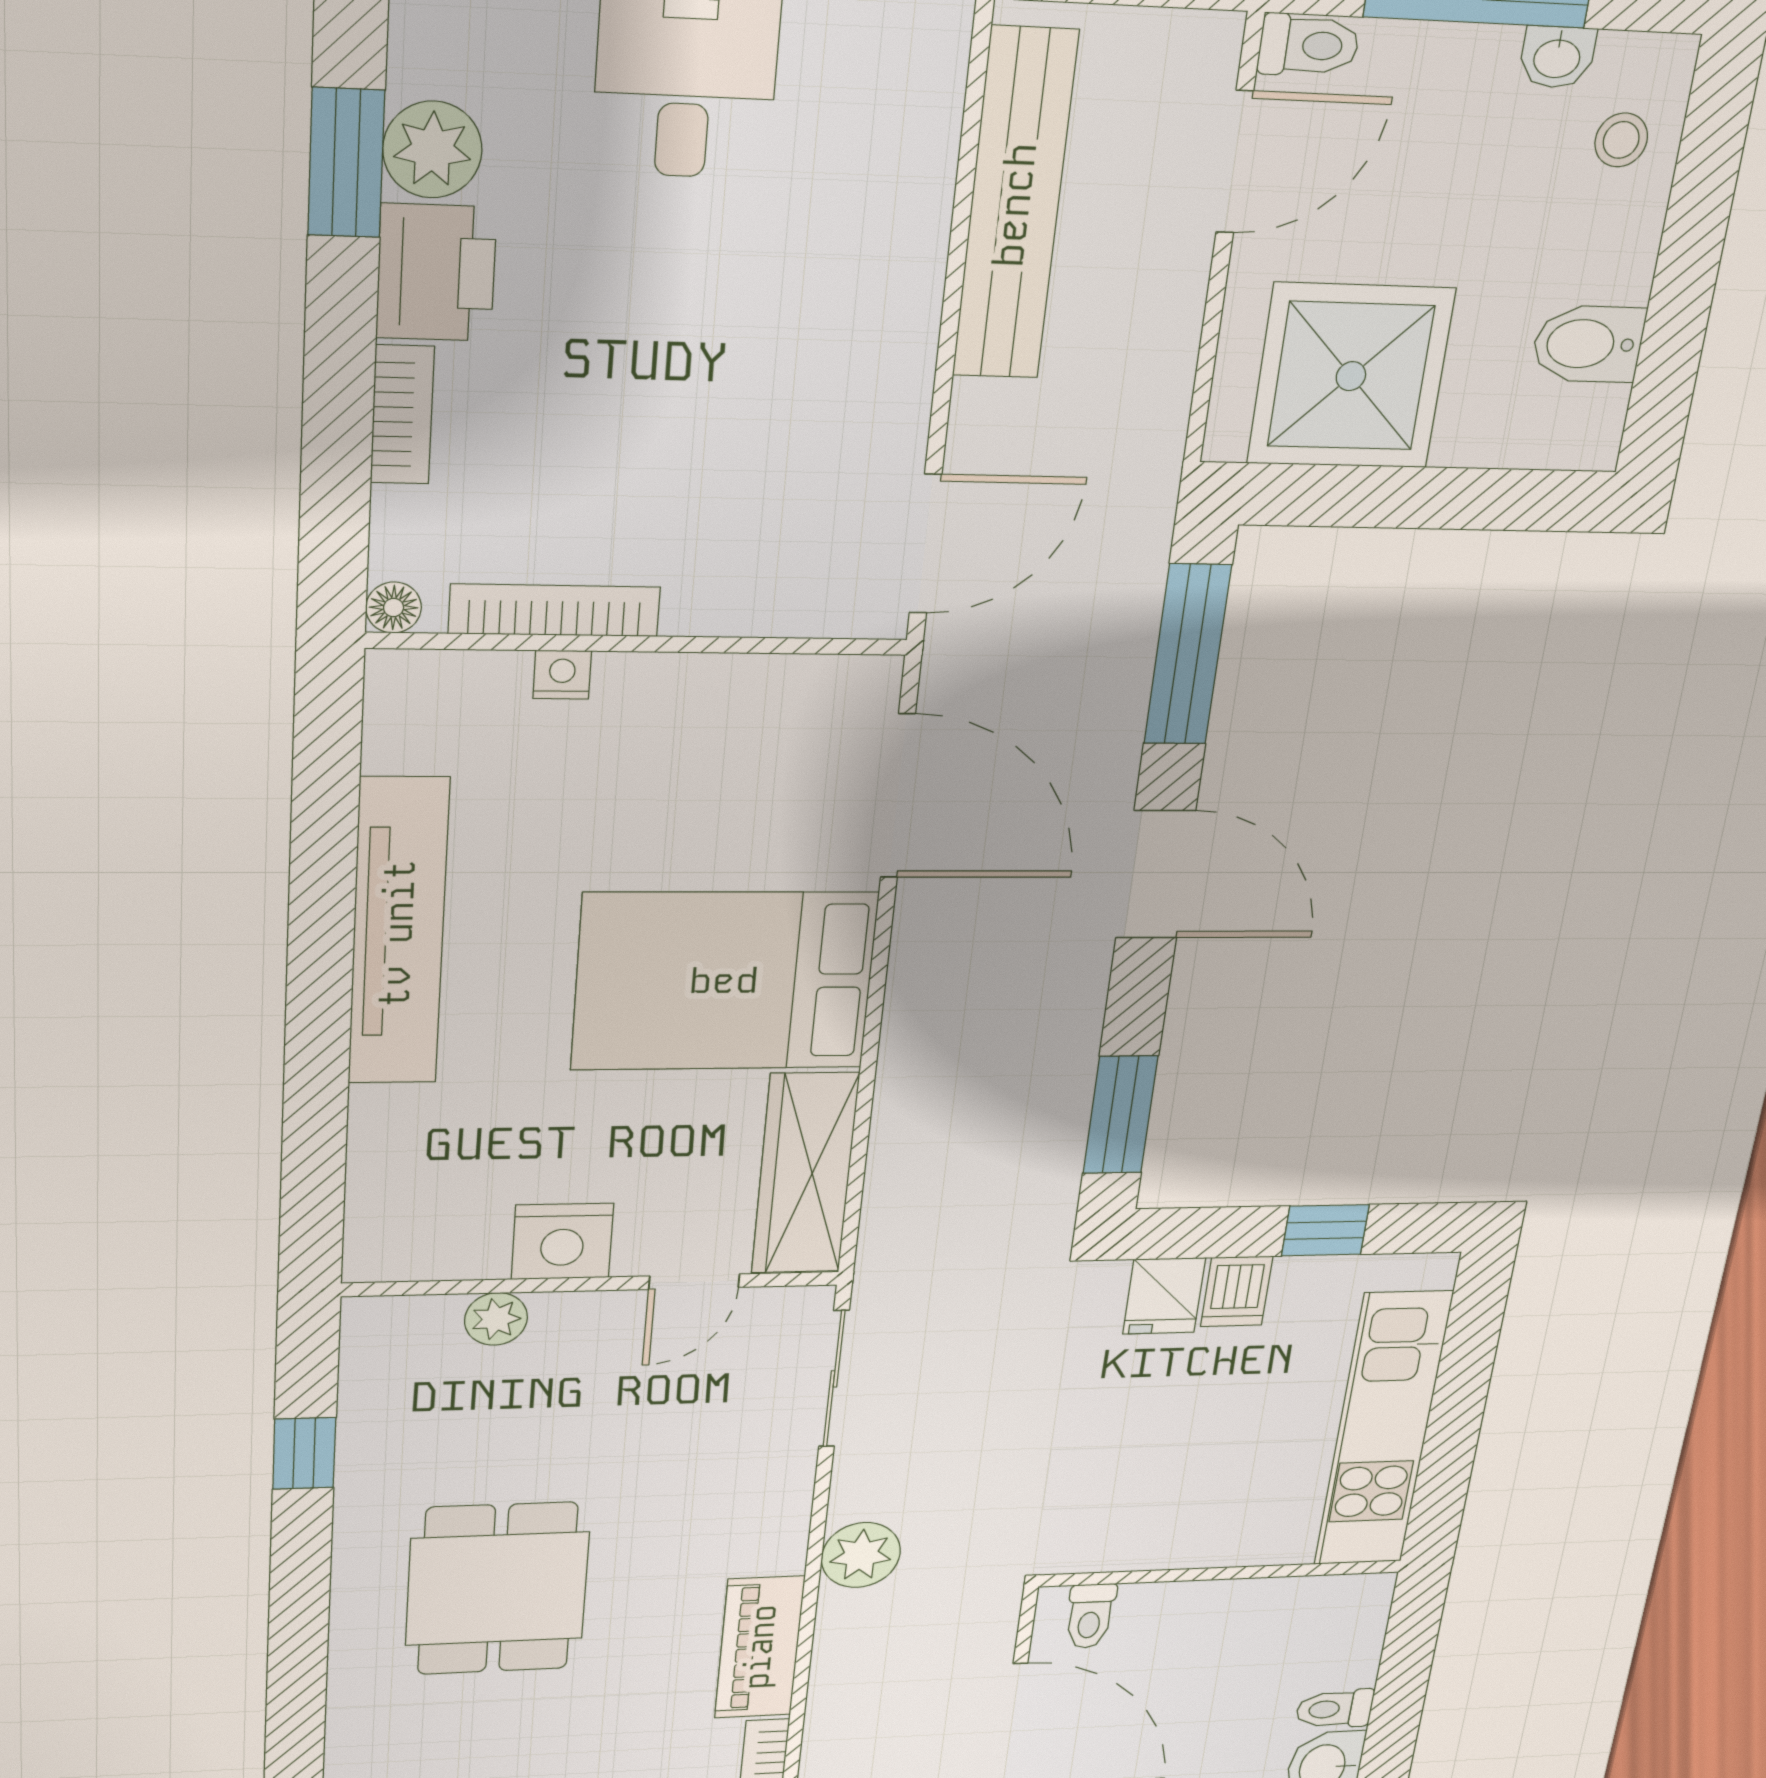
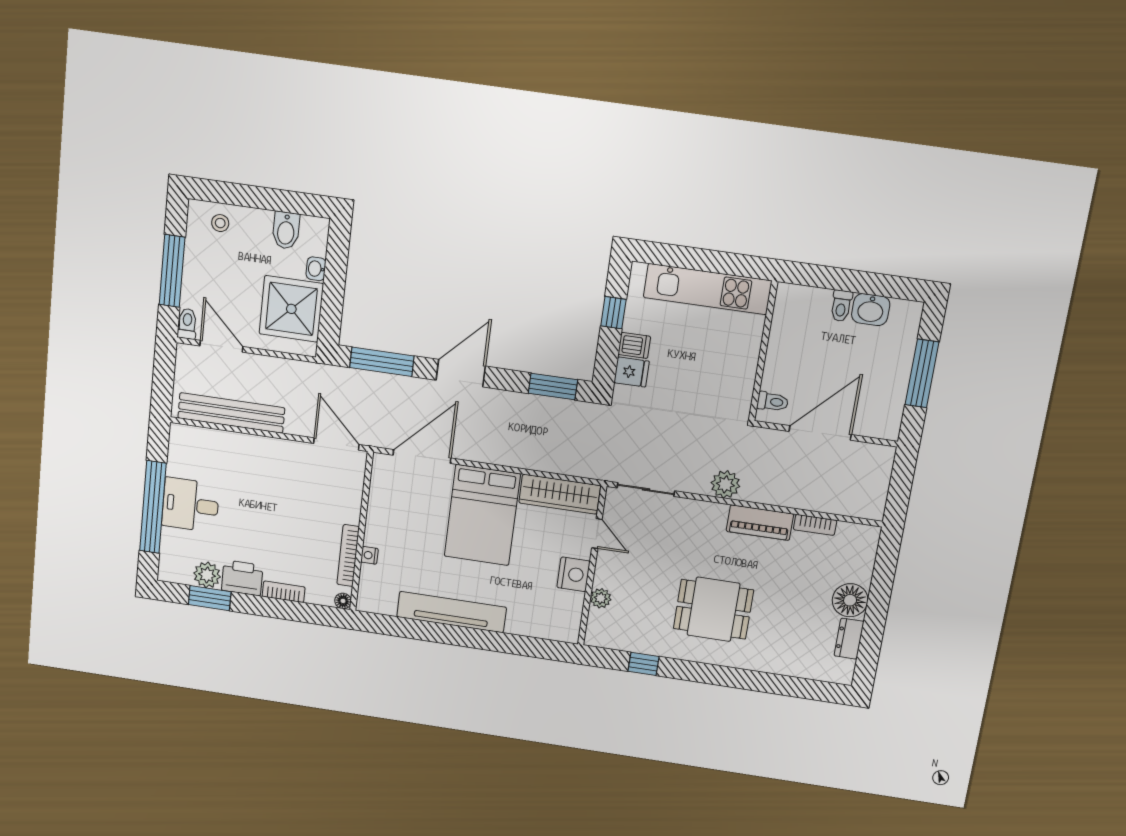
washbasin: (1557, 57) -> (316, 269), moved, turned 180

